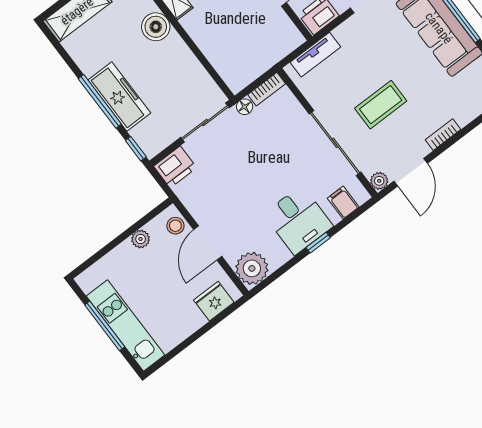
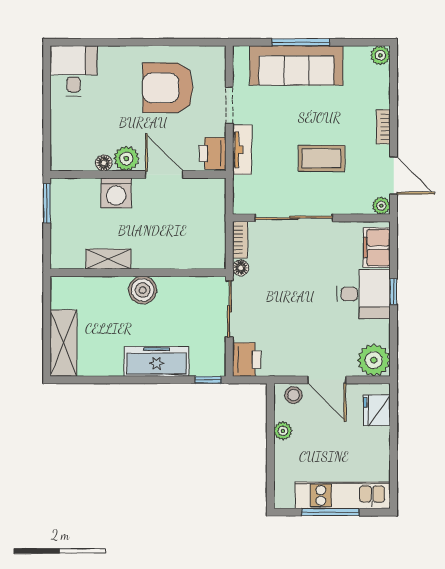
boiler: (156, 27) -> (143, 290), moved
tv unit: (315, 55) -> (242, 150), moved
window: (100, 101) -> (149, 380), removed
coffee table: (381, 105) -> (321, 158), turned 90
sliding door: (335, 143) -> (294, 218), moved
filing cabinet: (343, 203) -> (377, 248), width x2.00

